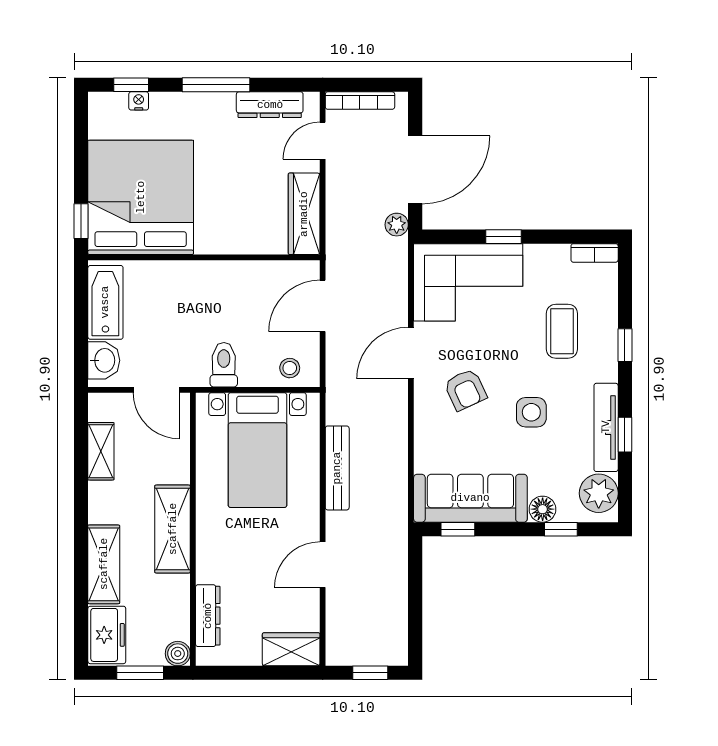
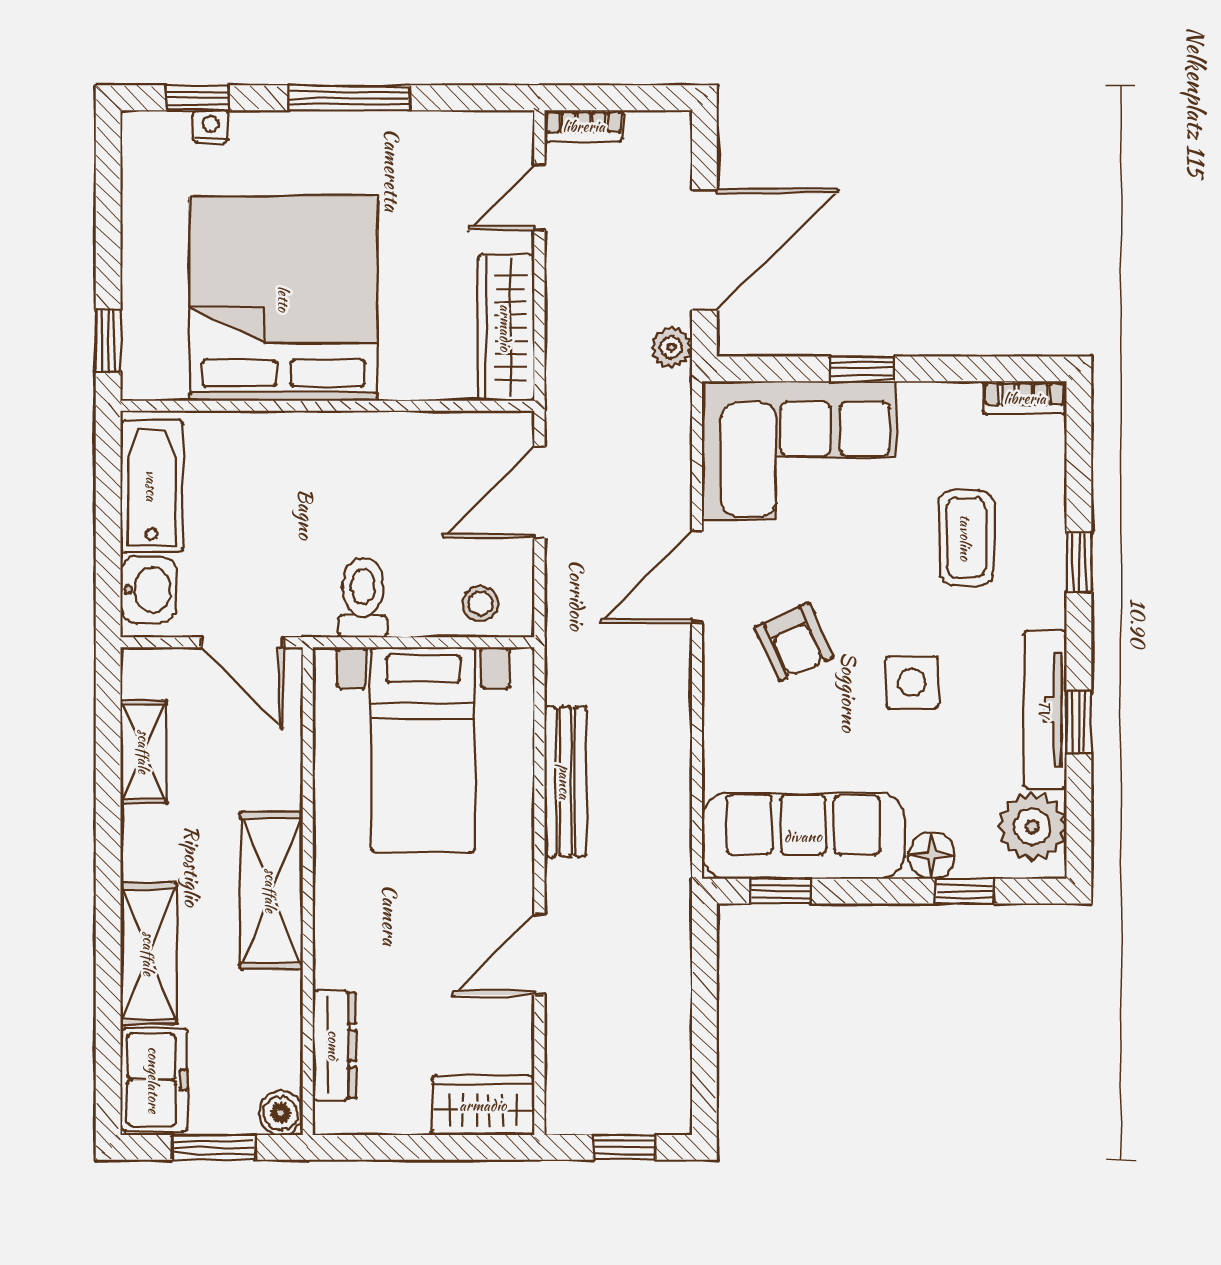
bookcase: (360, 101) -> (584, 126), width x0.64
dresser: (270, 105) -> (445, 133), removed
bed: (141, 197) -> (284, 299), moved

